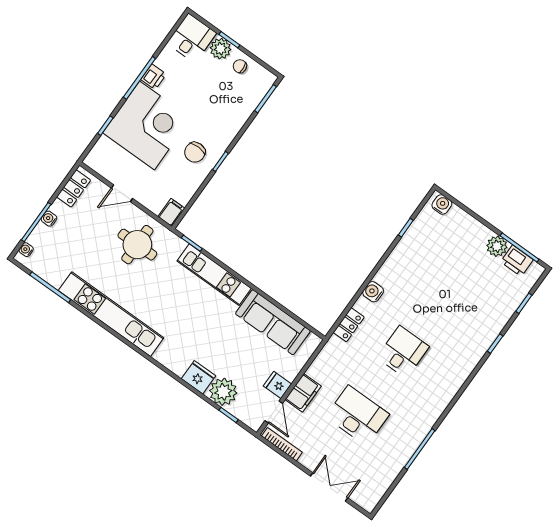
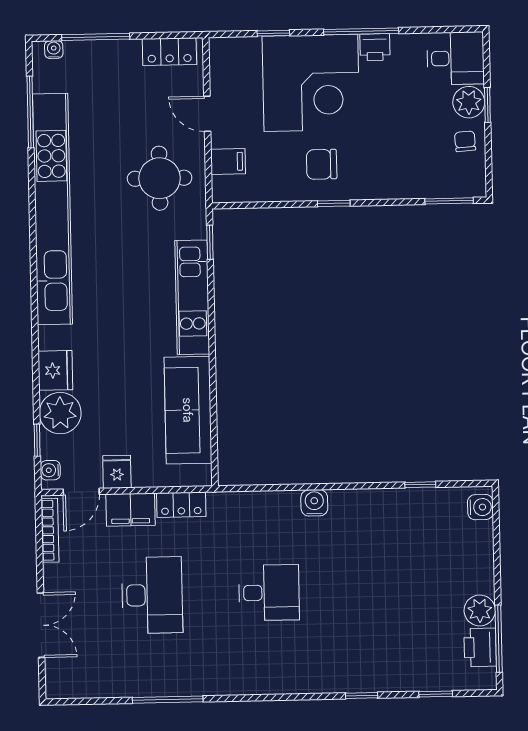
filing cabinet: (171, 212) -> (228, 162), moved
water cooler: (49, 219) -> (50, 470), moved, turned -90
kitchen unit: (111, 314) -> (53, 209), width x1.36
locker: (349, 325) -> (181, 505), moved

